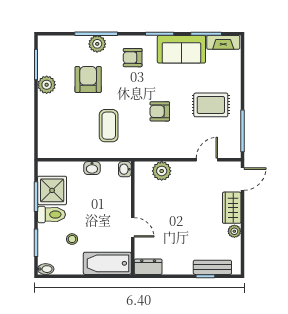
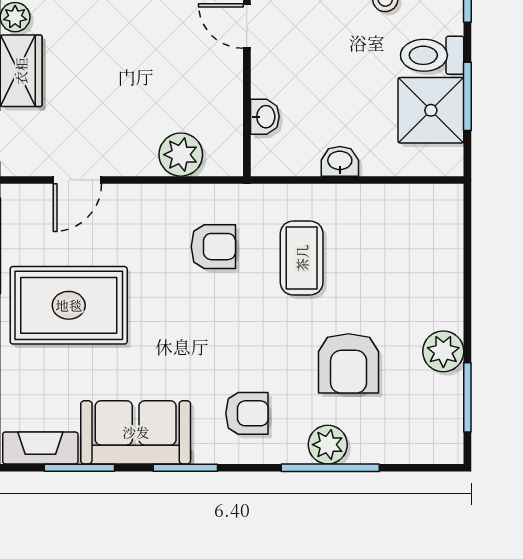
rug: (211, 105) -> (69, 305), width x1.36, depth x1.43
armchair: (160, 111) -> (213, 247), moved
washbasin: (125, 169) -> (265, 117), moved

